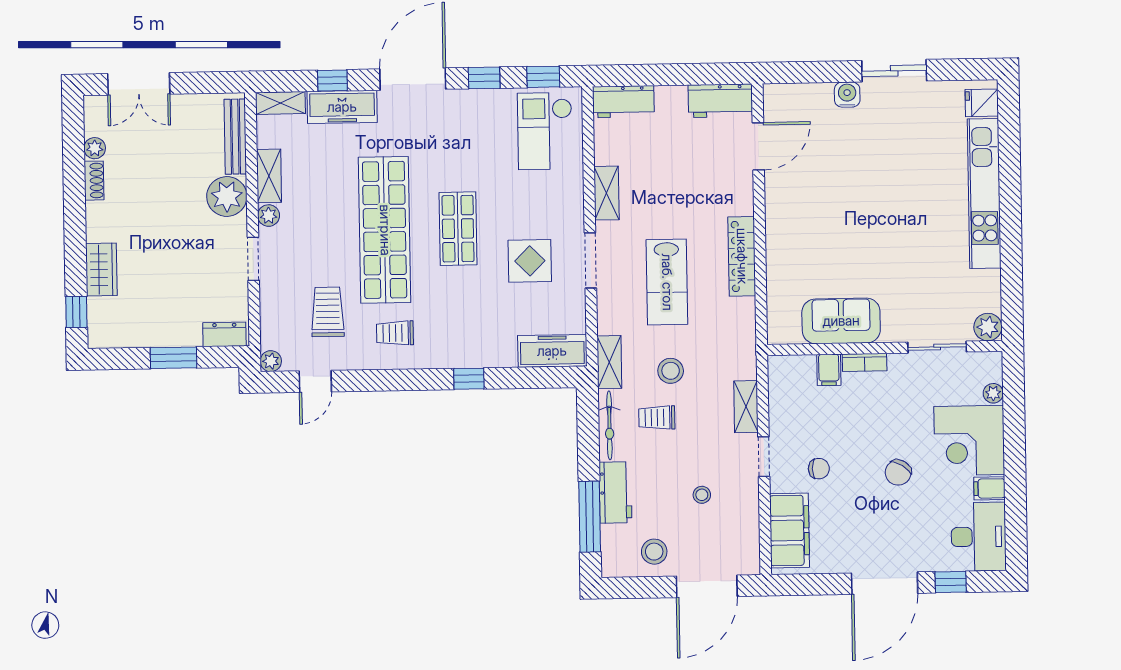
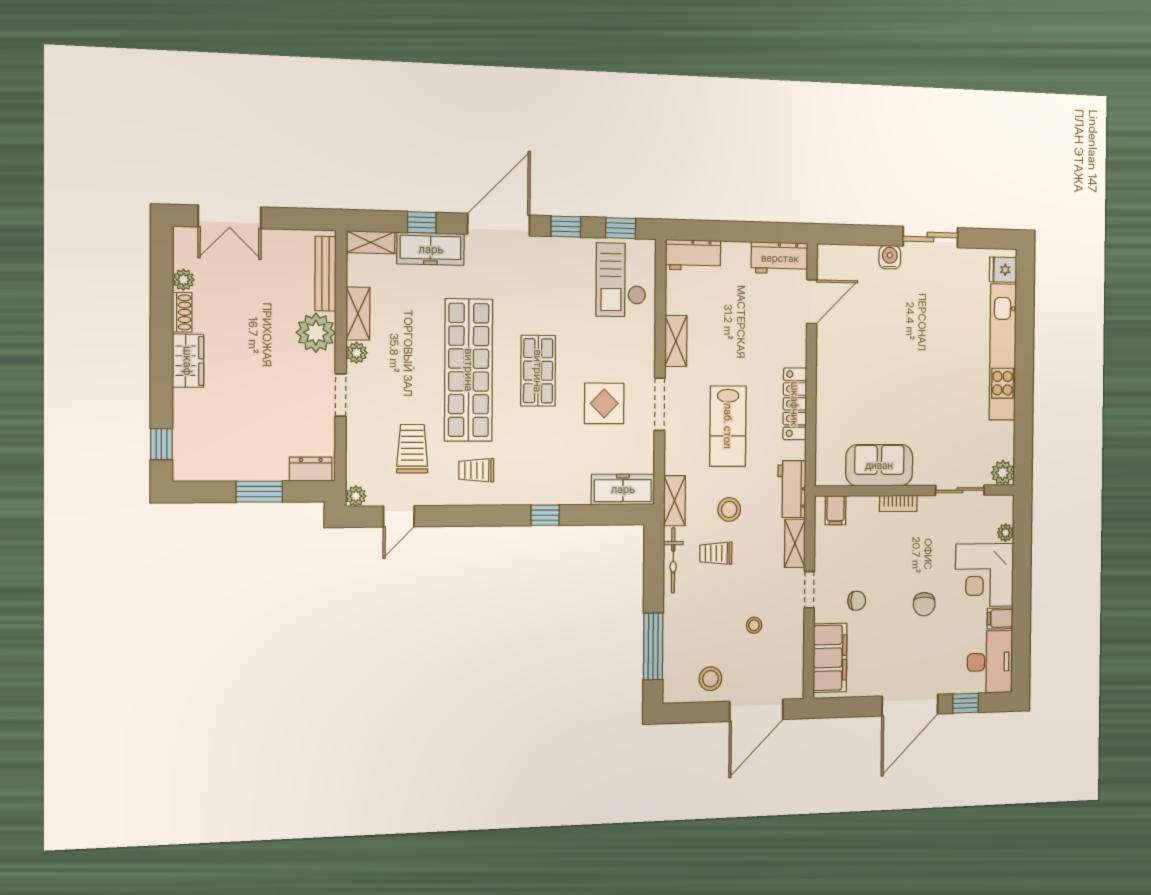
wardrobe: (101, 270) -> (188, 361), moved
filing cabinet: (829, 370) -> (835, 510), moved
chair: (898, 472) -> (924, 604), turned -32
workbench: (615, 492) -> (792, 489), moved, turned 180

